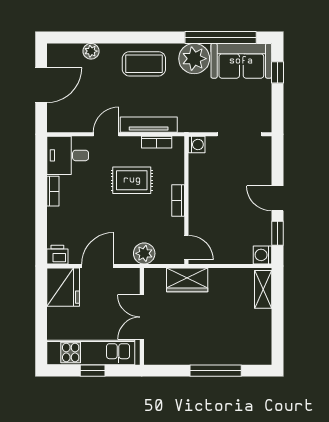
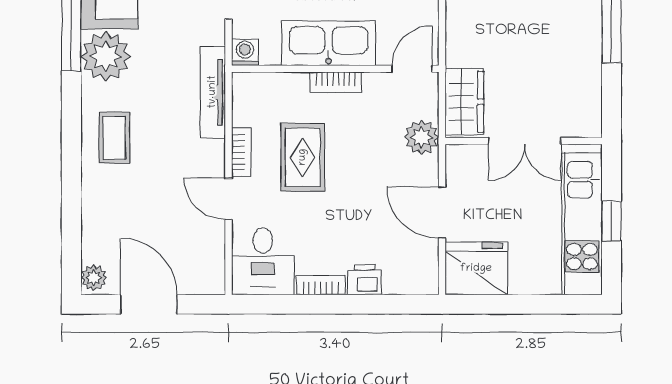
plant: (91, 51) -> (94, 278), moved
coffee table: (144, 64) -> (114, 138), width x0.73, depth x0.77
tv unit: (149, 125) -> (213, 92), moved
bookcase: (157, 142) -> (241, 152), moved
kitchen sink: (202, 196) -> (329, 43), added
printer: (57, 255) -> (364, 279), moved, turned 90
wardrobe: (187, 280) -> (464, 102), moved

